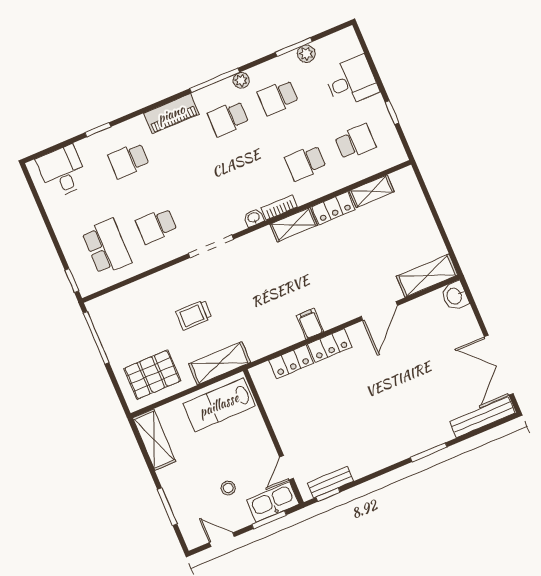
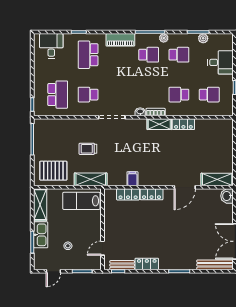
school desk: (278, 97) -> (179, 55), turned 180
school desk: (228, 118) -> (149, 55), turned 180
school desk: (129, 160) -> (88, 55), width x1.85
shelving: (372, 191) -> (207, 124), removed
filing cabinet: (310, 324) -> (132, 179), moved
locker: (370, 463) -> (147, 264), added
kitchen sink: (273, 502) -> (41, 235), moved, turned 90
door: (222, 540) -> (53, 271), swing flipped

